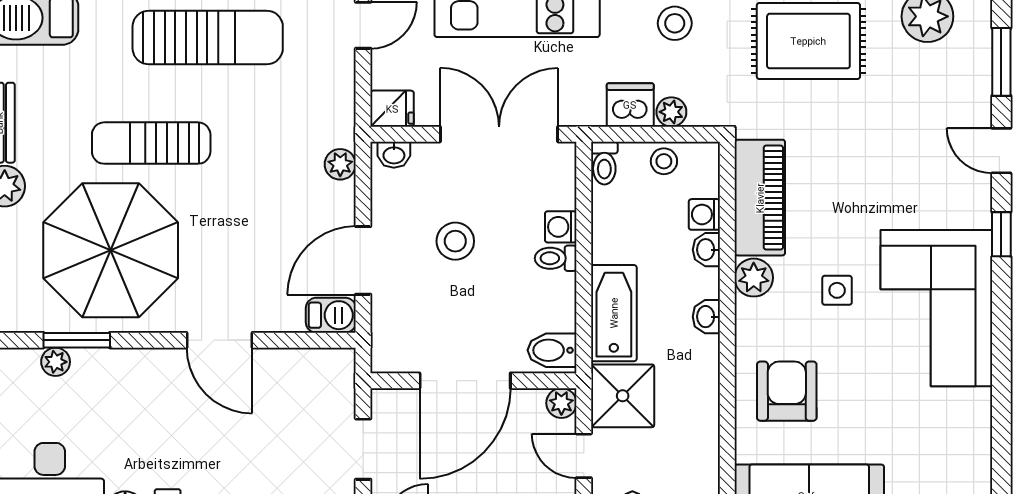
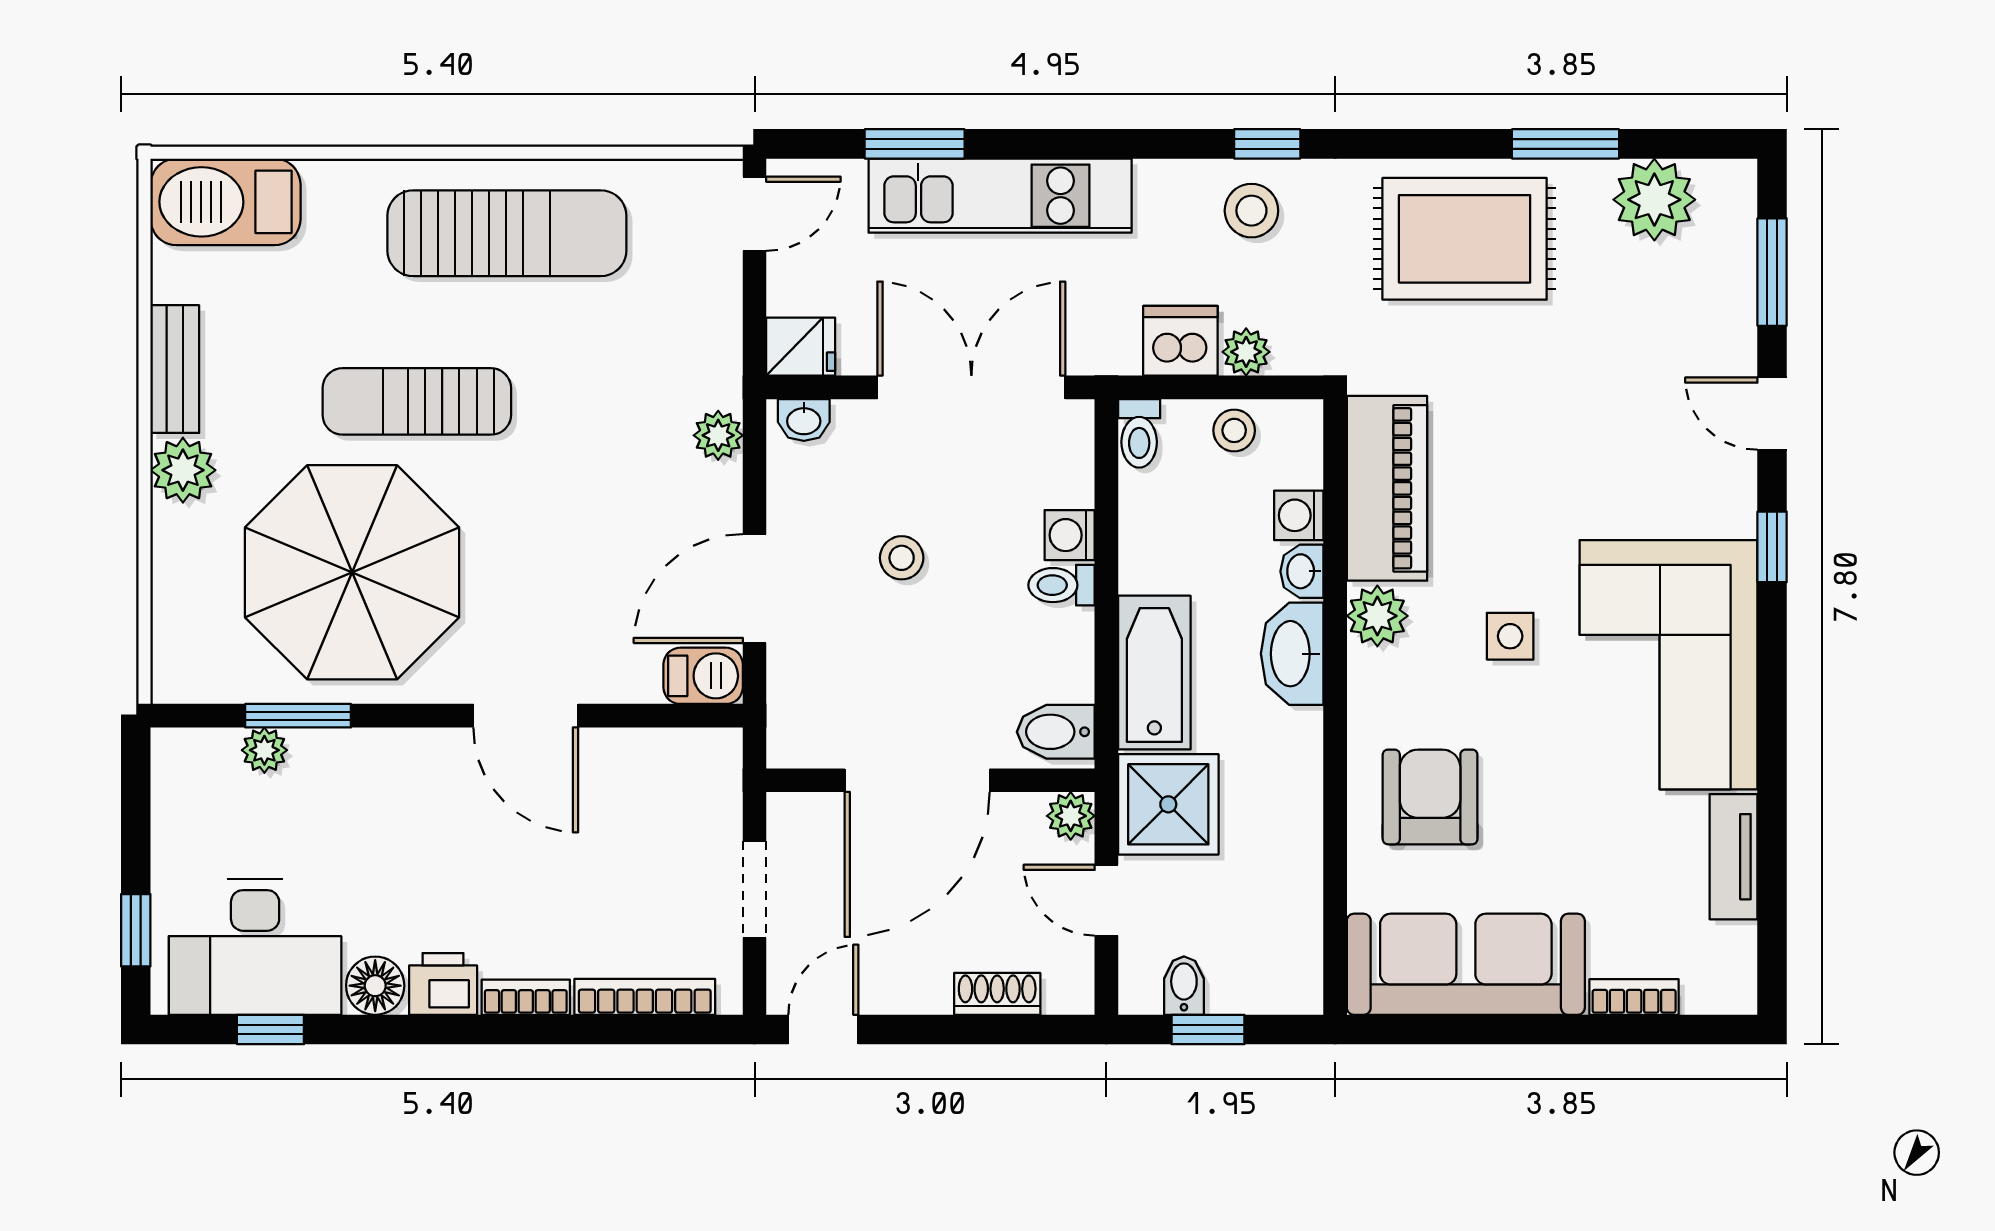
stool: (455, 241) -> (902, 558), width x0.73, depth x0.73
washbasin: (706, 317) -> (1292, 654), width x1.91, depth x1.45
tv unit: (977, 429) -> (1733, 857), added

